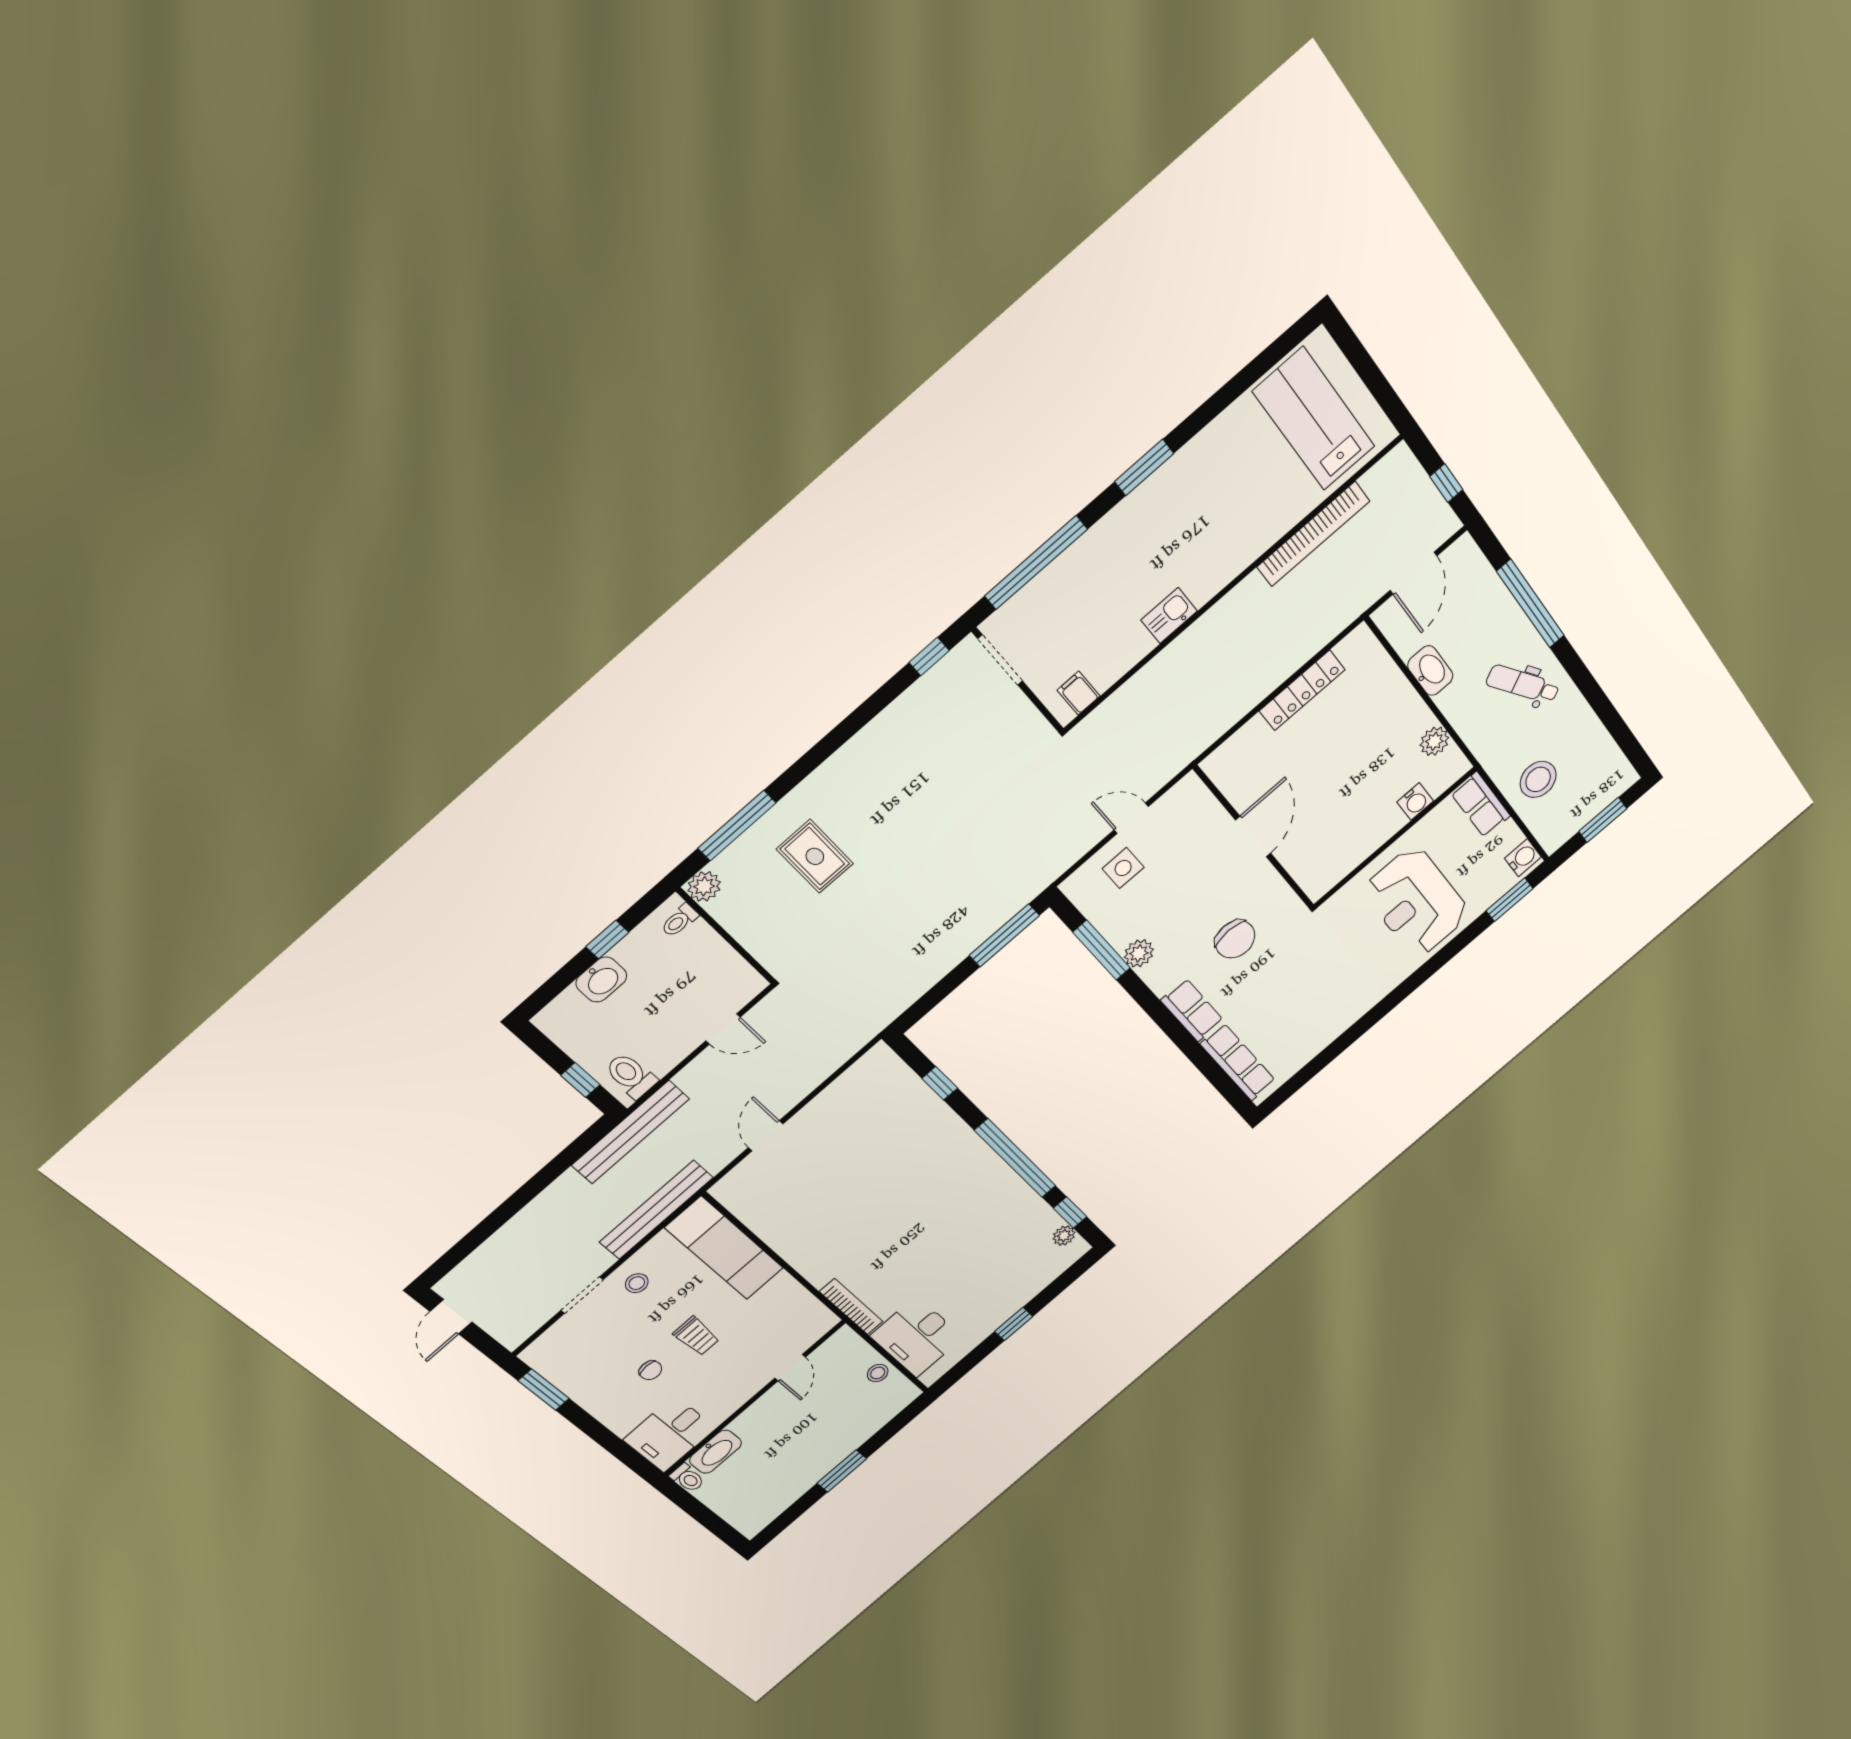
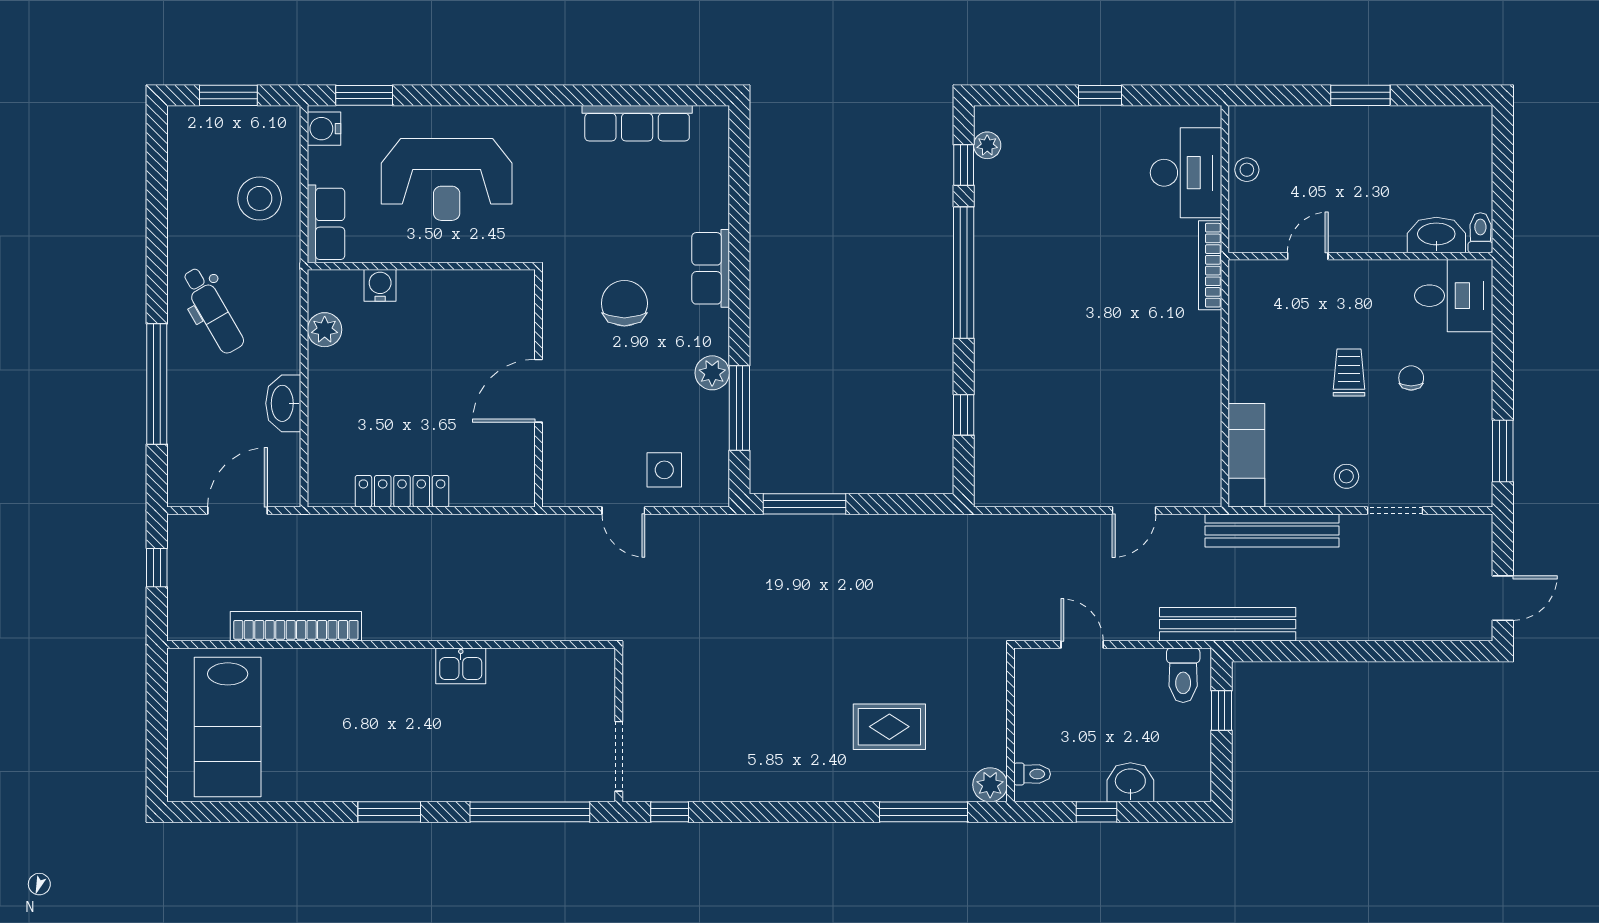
filing cabinet: (1079, 693) -> (581, 667), removed
rug: (815, 856) -> (889, 727), turned 90
reception desk: (1416, 902) -> (447, 179), turned 90
row of seats: (1238, 1062) -> (637, 123), moved, turned -90
exam couch: (724, 1248) -> (1246, 455), width x0.73, depth x0.69

